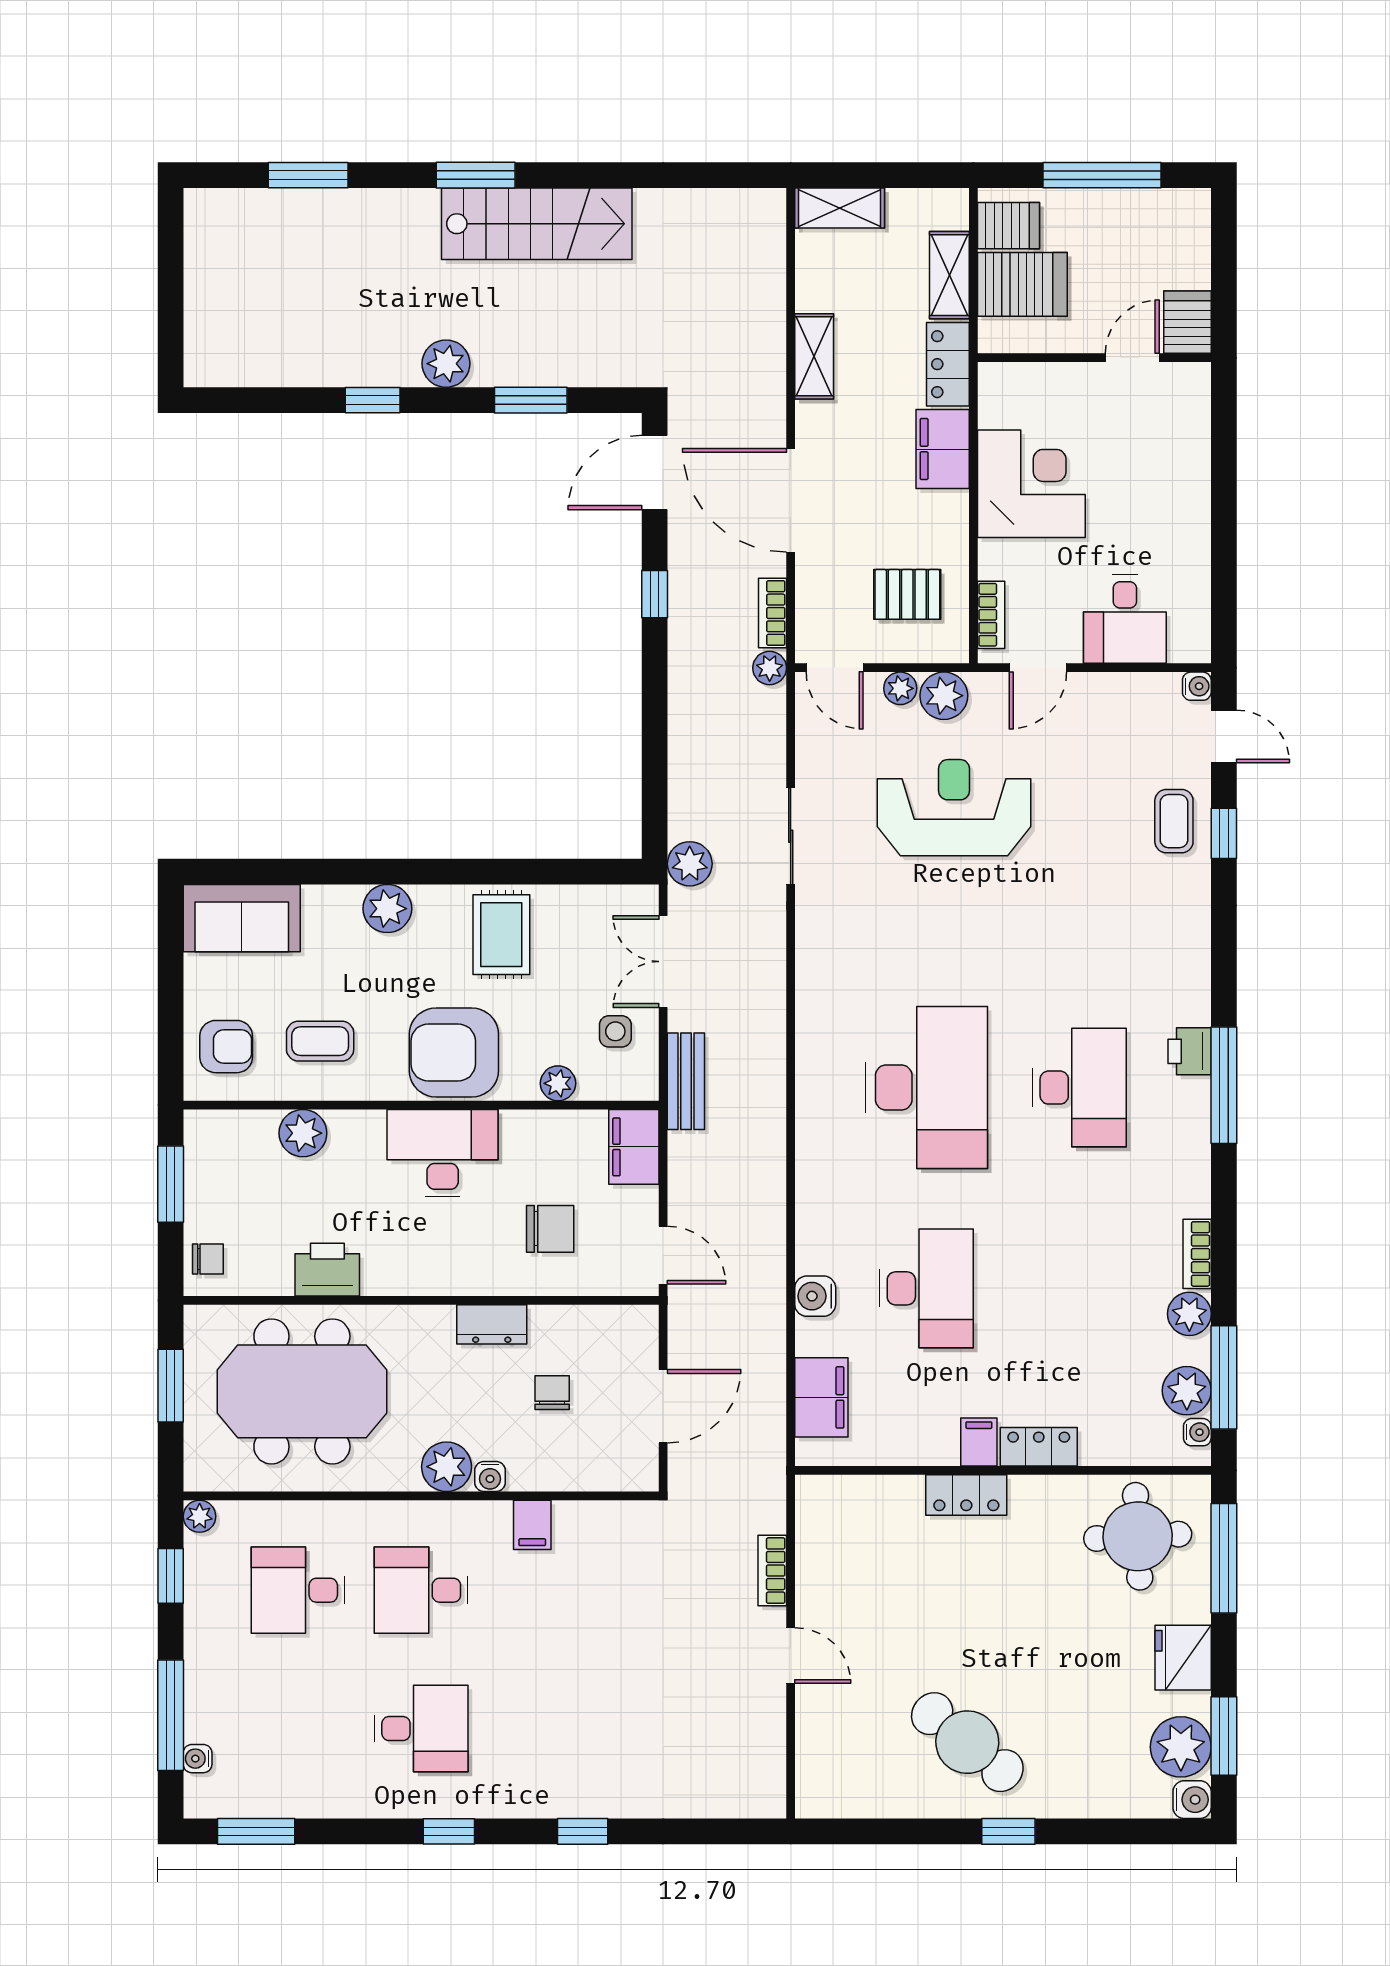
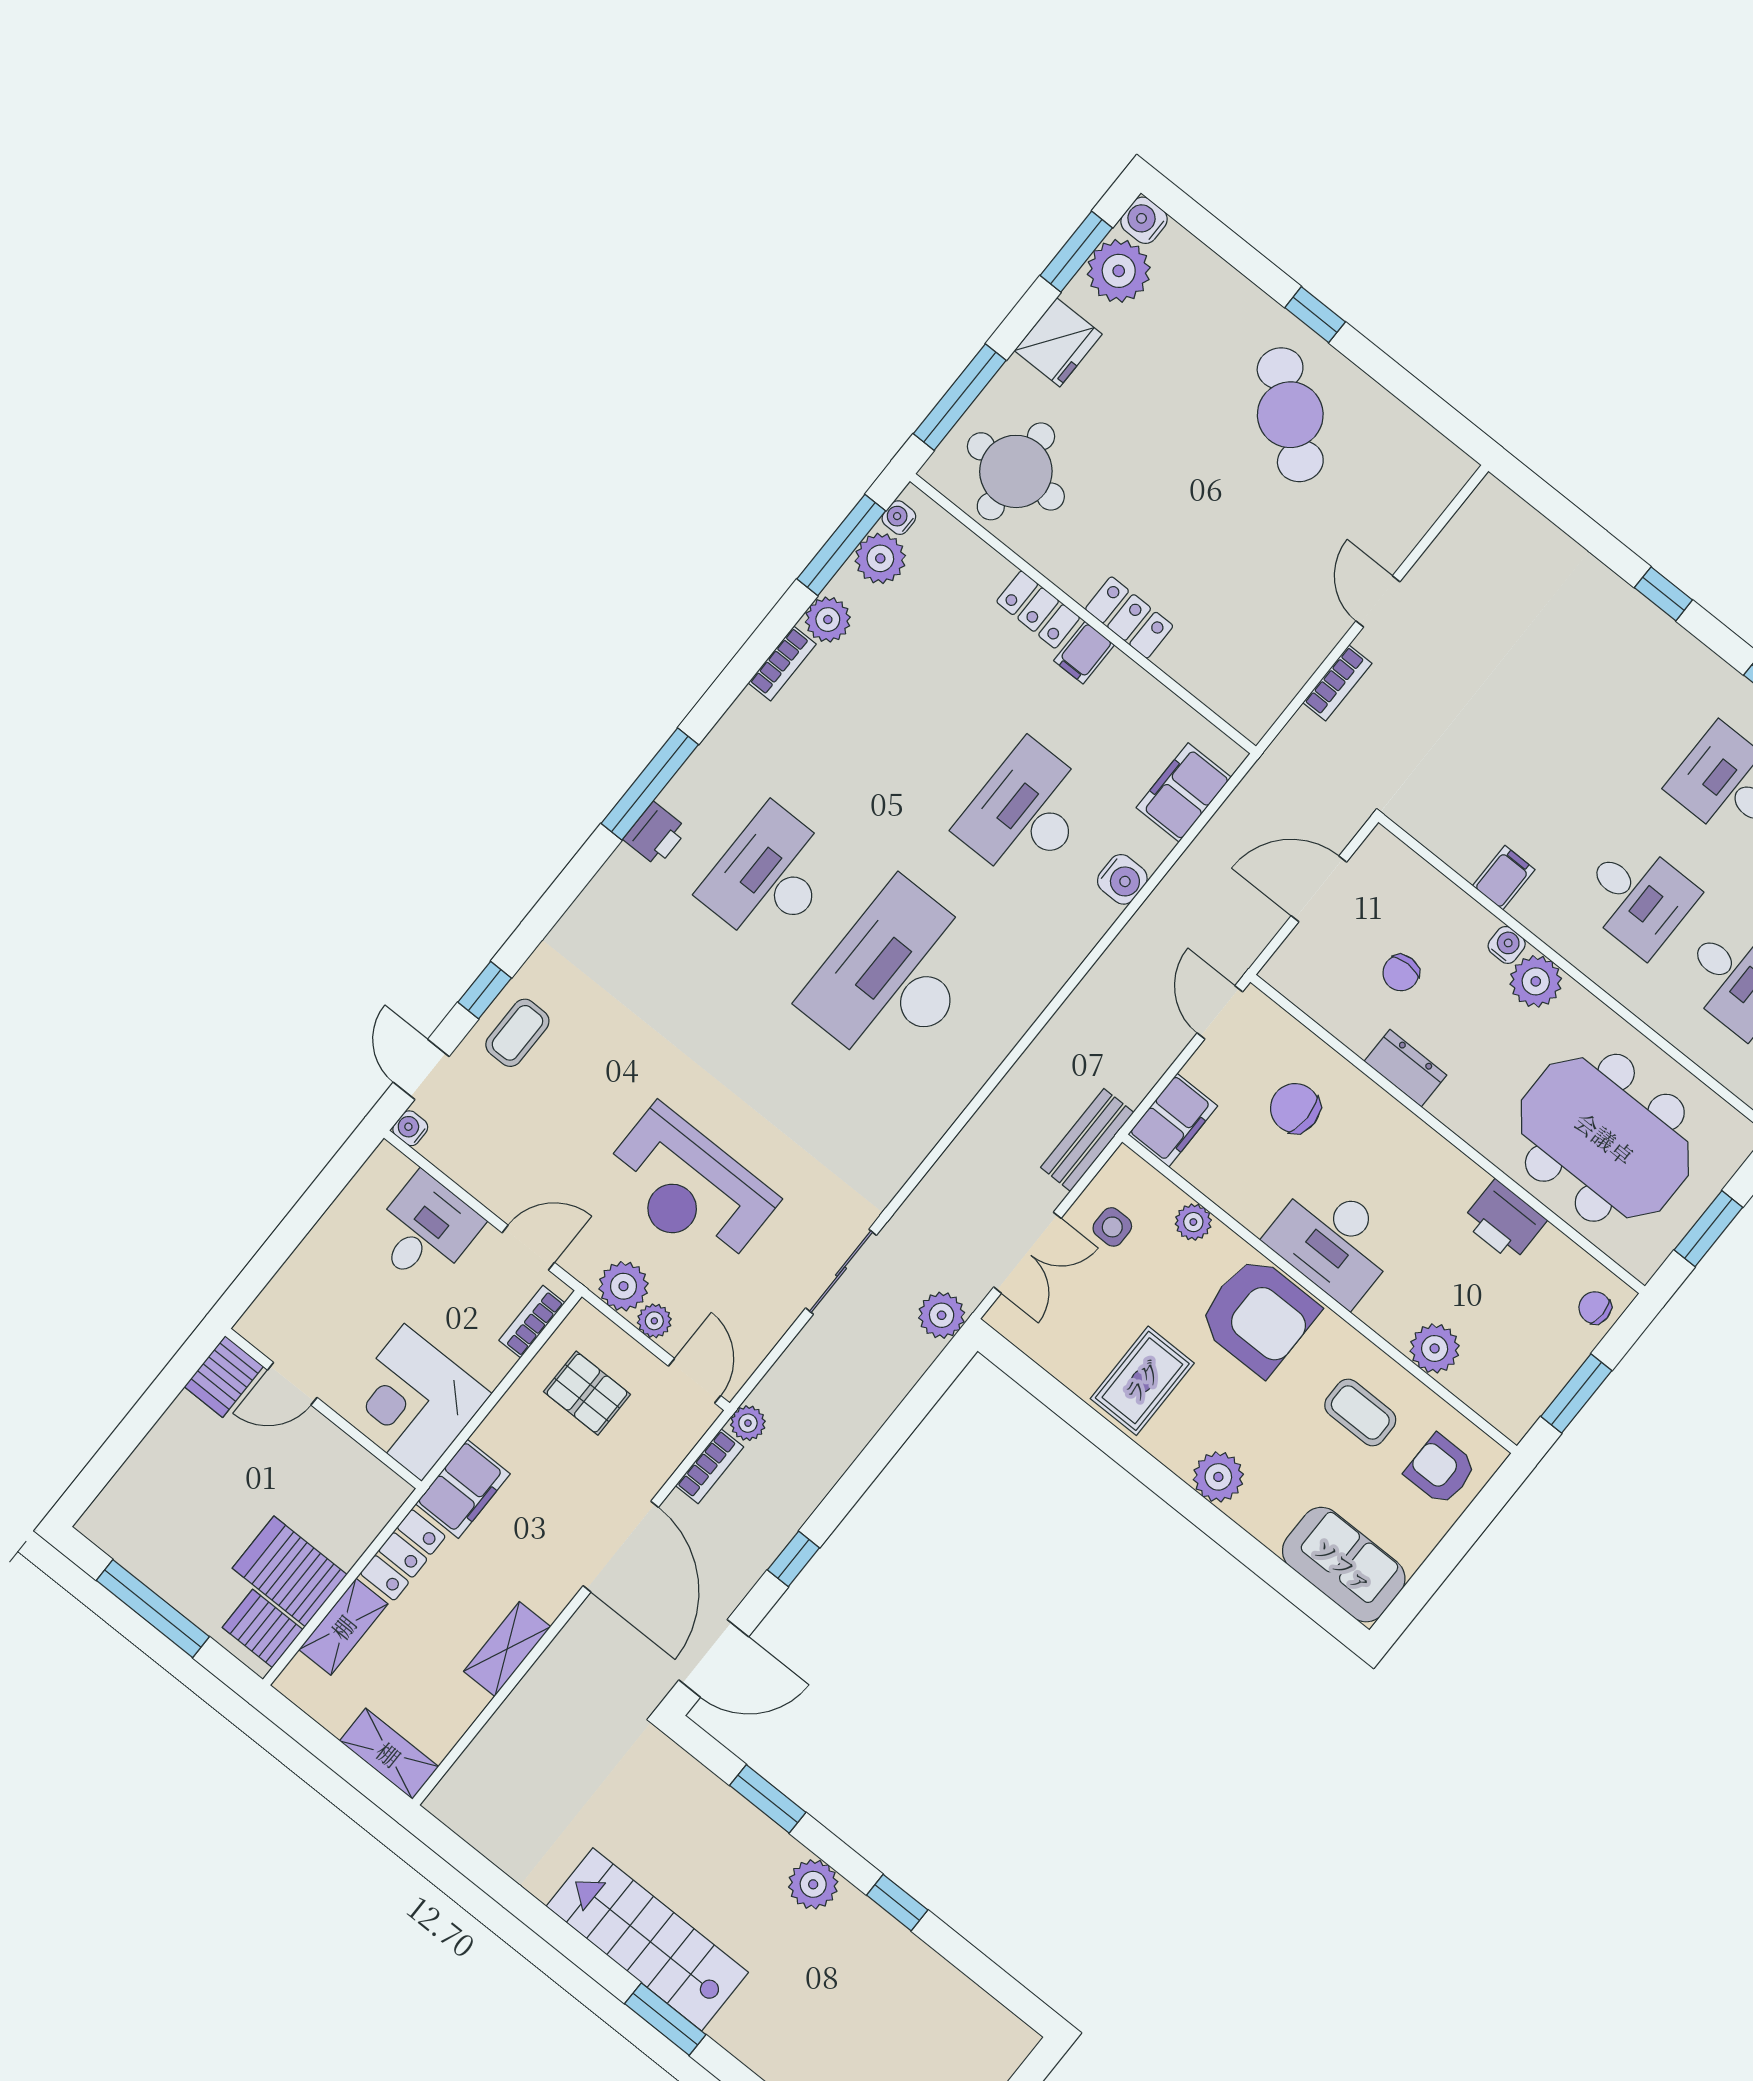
server rack: (1188, 322) -> (224, 1377), moved
wall: (1094, 358) -> (323, 1409), moved
door: (1132, 358) -> (292, 1384), moved

